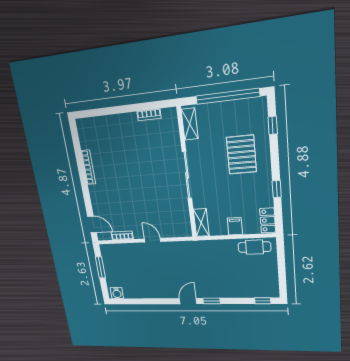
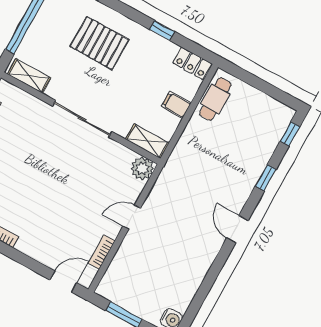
plant: (184, 229) -> (142, 168), added
window: (212, 301) -> (266, 178), moved

